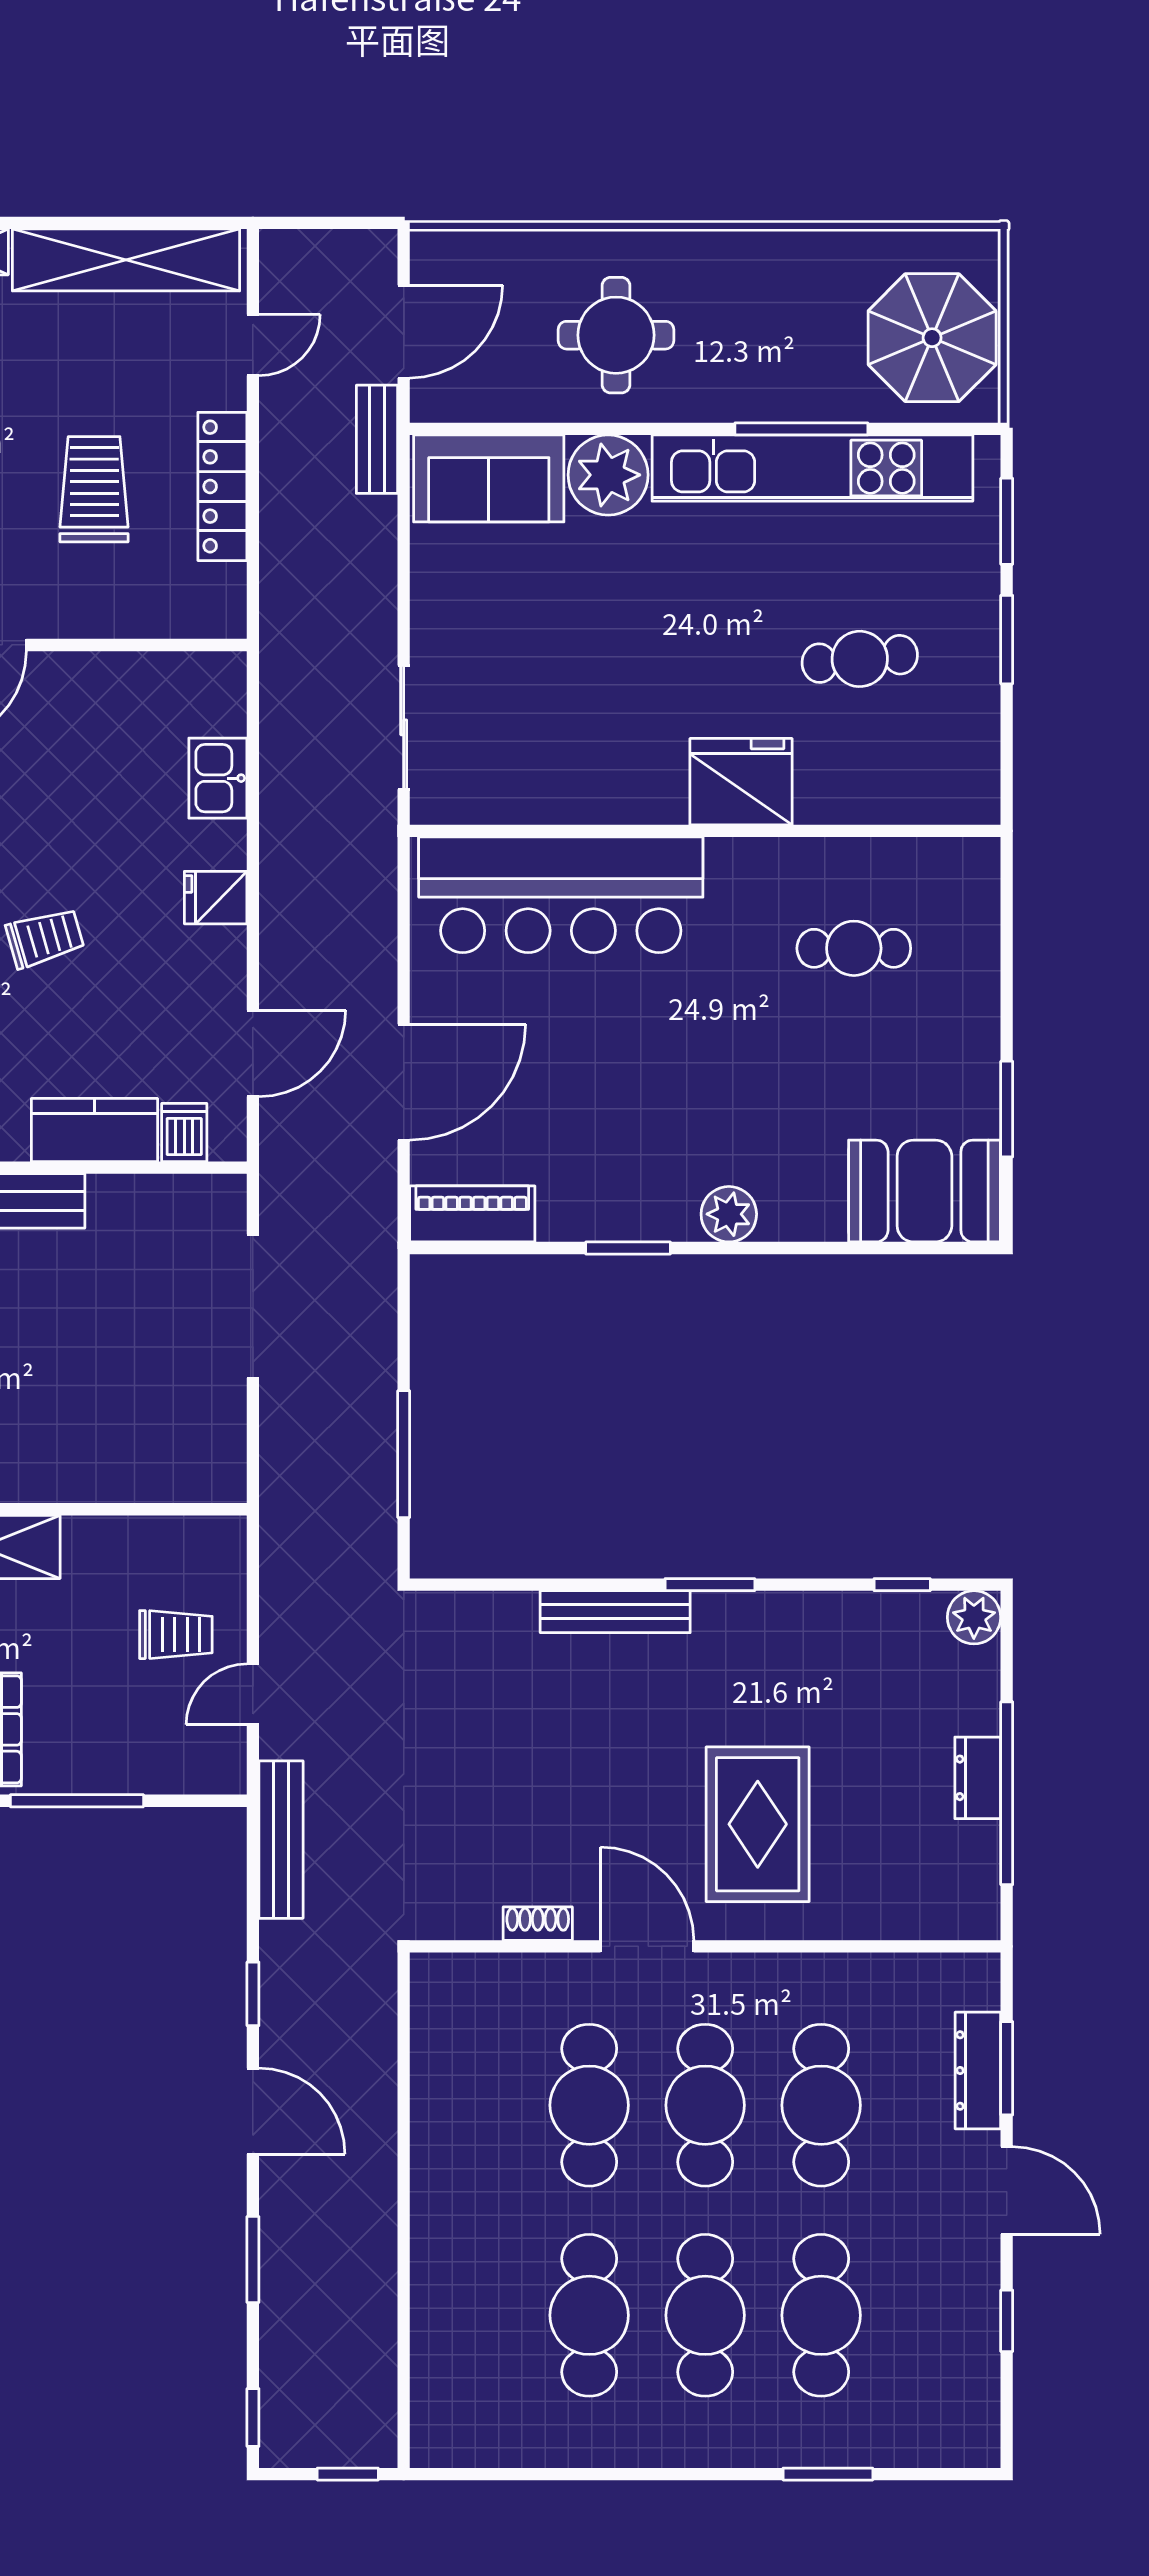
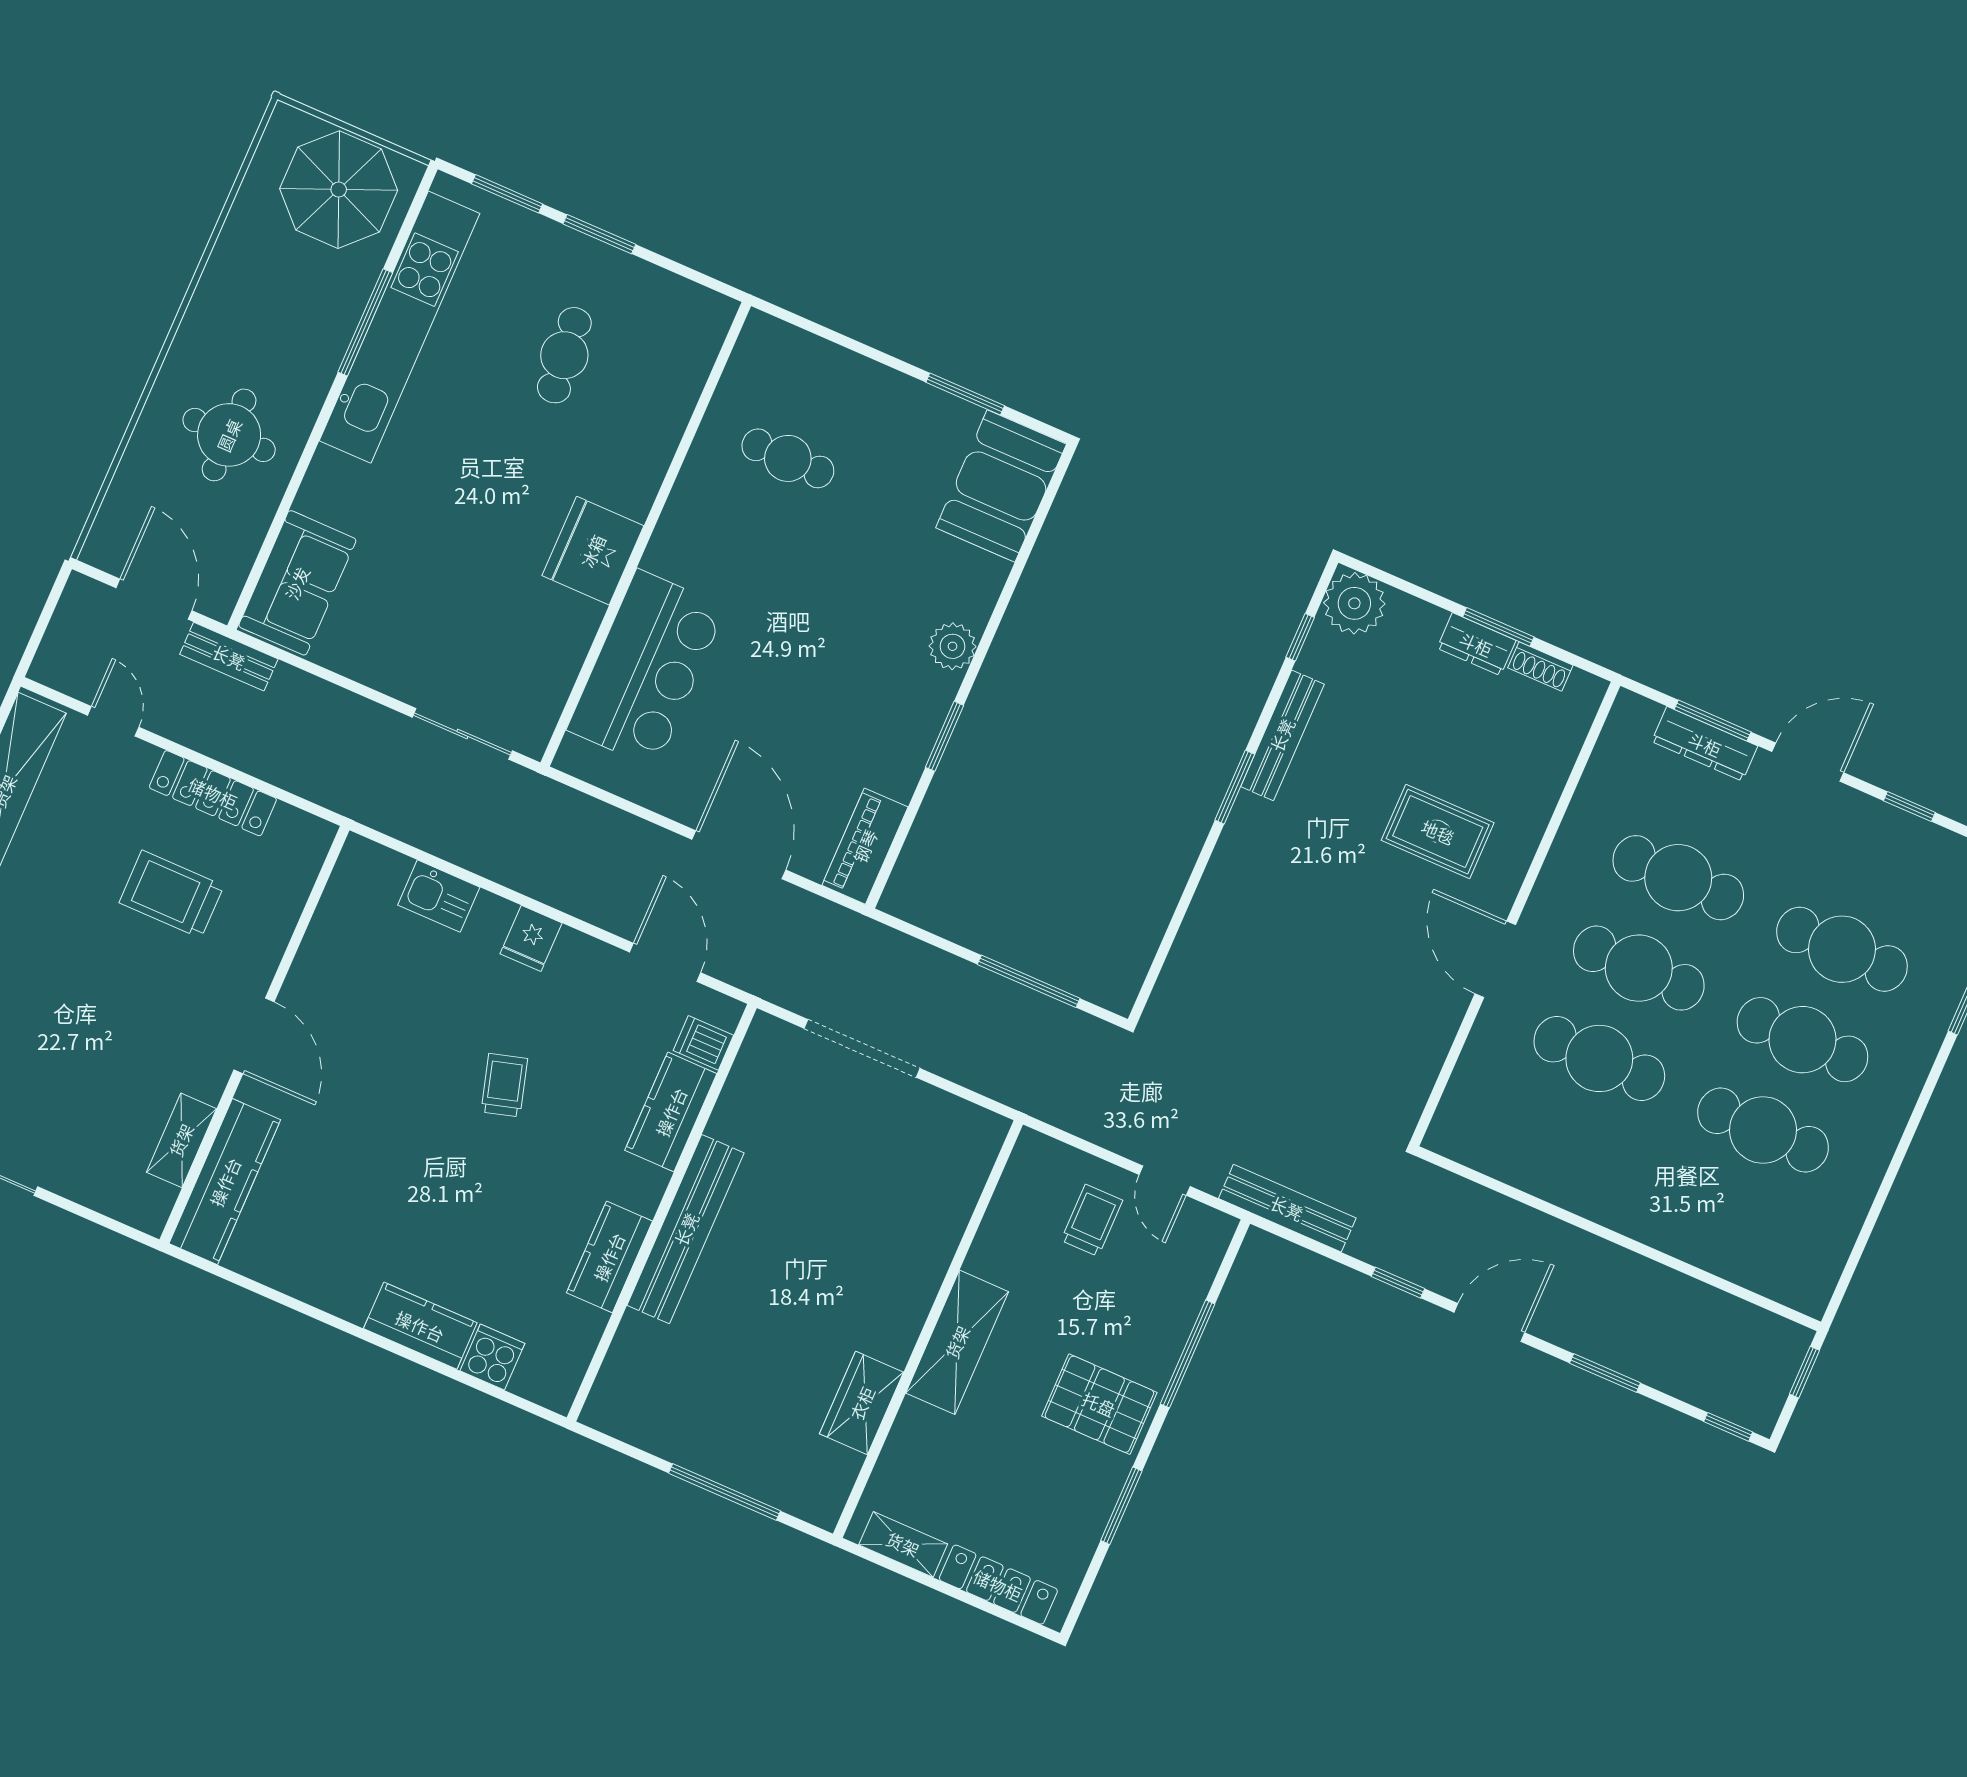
plant: (608, 475) -> (335, 489), removed
fridge: (741, 782) -> (593, 551), moved
bar counter: (561, 895) -> (646, 669), width x0.73
cafe table: (854, 948) -> (788, 458), turned 90
bench: (615, 1612) -> (1282, 735), moved
plant: (974, 1617) -> (1354, 603), width x1.36, depth x1.36
window: (1007, 1793) -> (1498, 627), width x0.47
rug: (758, 1824) -> (1438, 832), width x0.73, depth x0.70
shoe rack: (538, 1924) -> (1540, 667), moved, turned -90
door: (647, 1946) -> (1495, 959), hinge flipped

